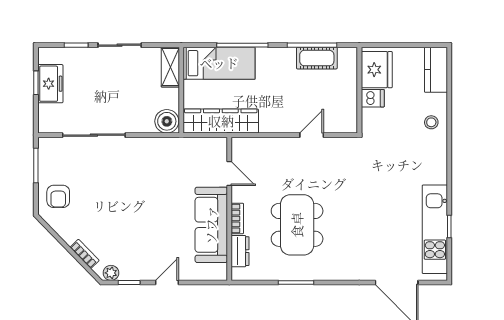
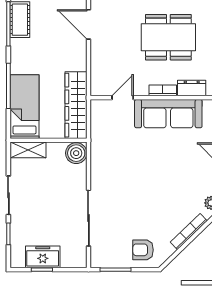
door: (312, 135) -> (88, 24), width x1.38
armchair: (58, 196) -> (143, 250), turned 180
bookcase: (85, 254) -> (189, 232), width x1.56

